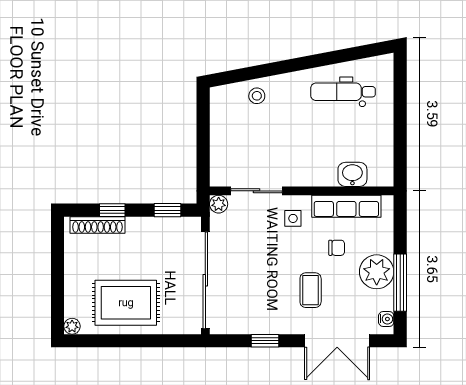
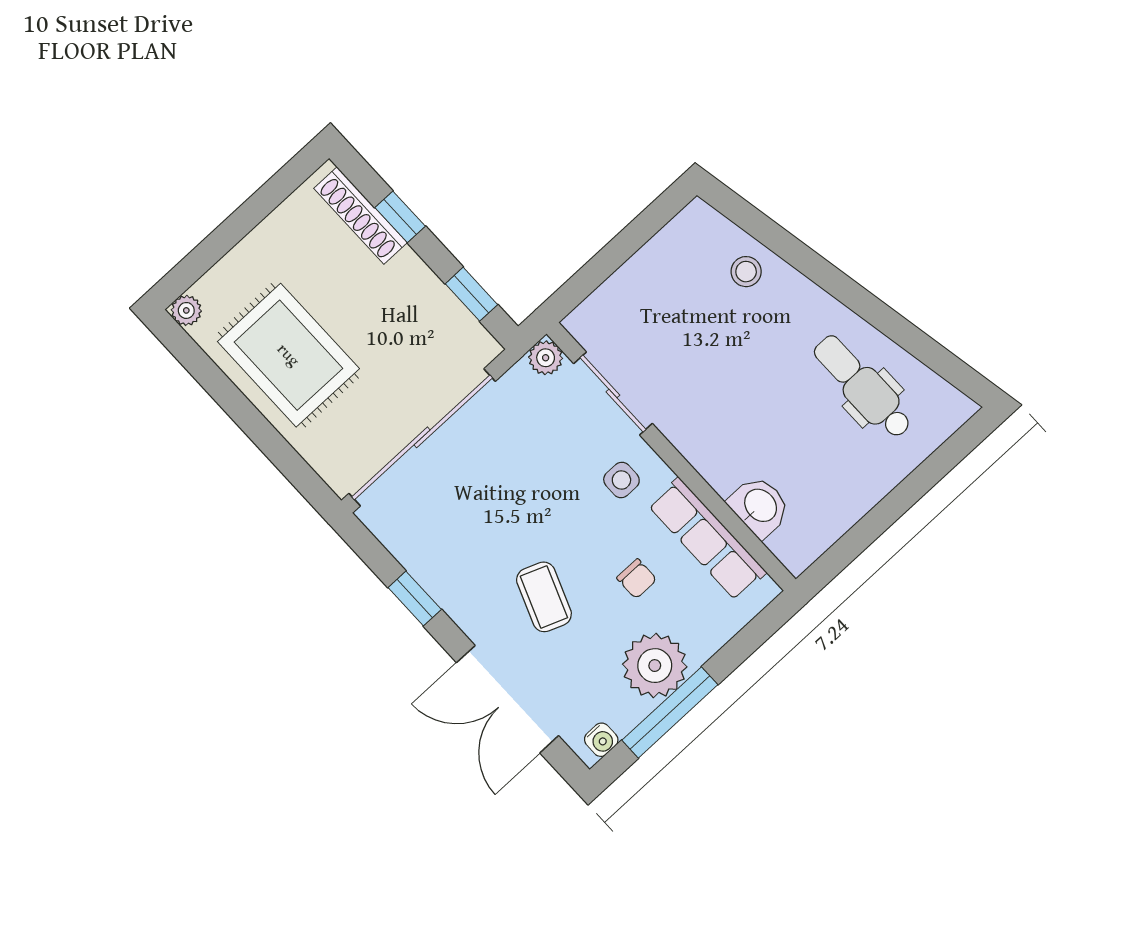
coffee table: (311, 290) -> (544, 597), turned -69

